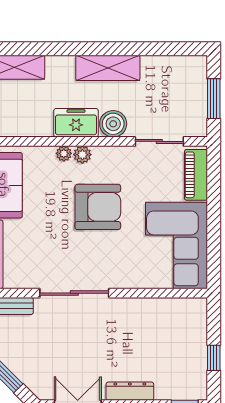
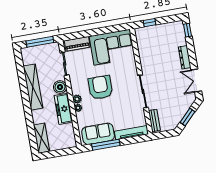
shelving: (108, 68) -> (33, 87), width x1.47
window: (214, 99) -> (40, 42), width x1.44
freezer: (76, 123) -> (63, 109), width x1.40
window: (214, 358) -> (150, 23), moved

